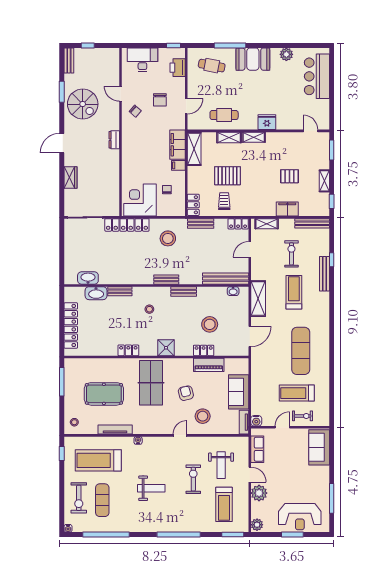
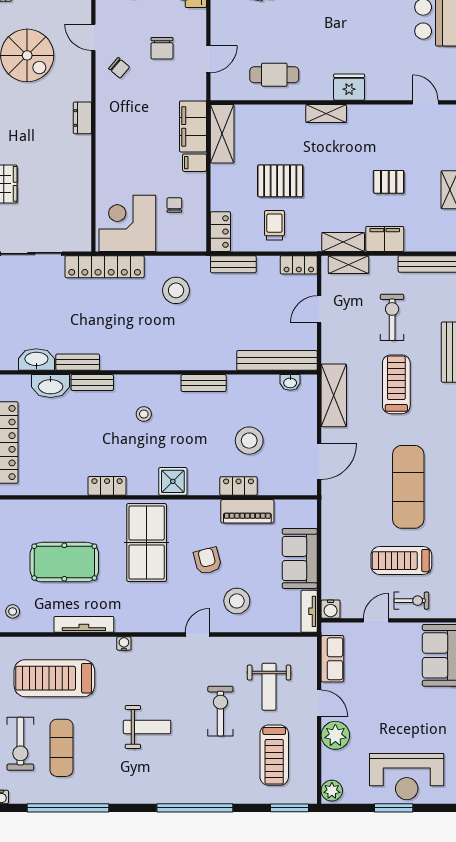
shelving: (229, 137) -> (343, 242), moved
bench: (166, 280) -> (78, 362), moved

